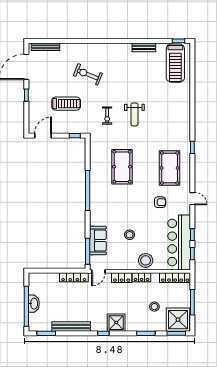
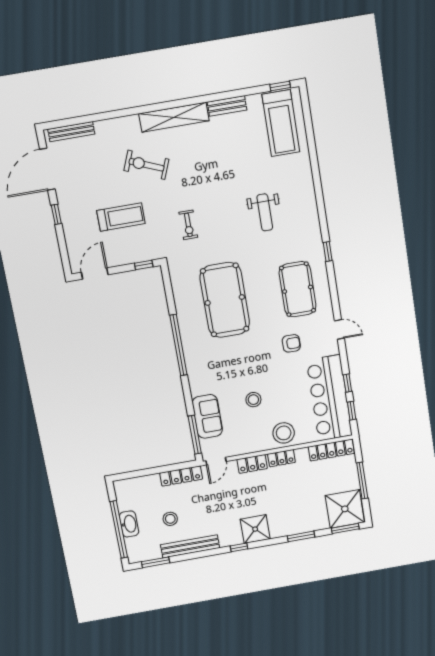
shelving: (110, 49) -> (174, 117), added
weight bench: (134, 114) -> (265, 212), moved
pool table: (122, 167) -> (225, 300), width x1.36, depth x1.32
stool: (154, 307) -> (170, 519), moved

